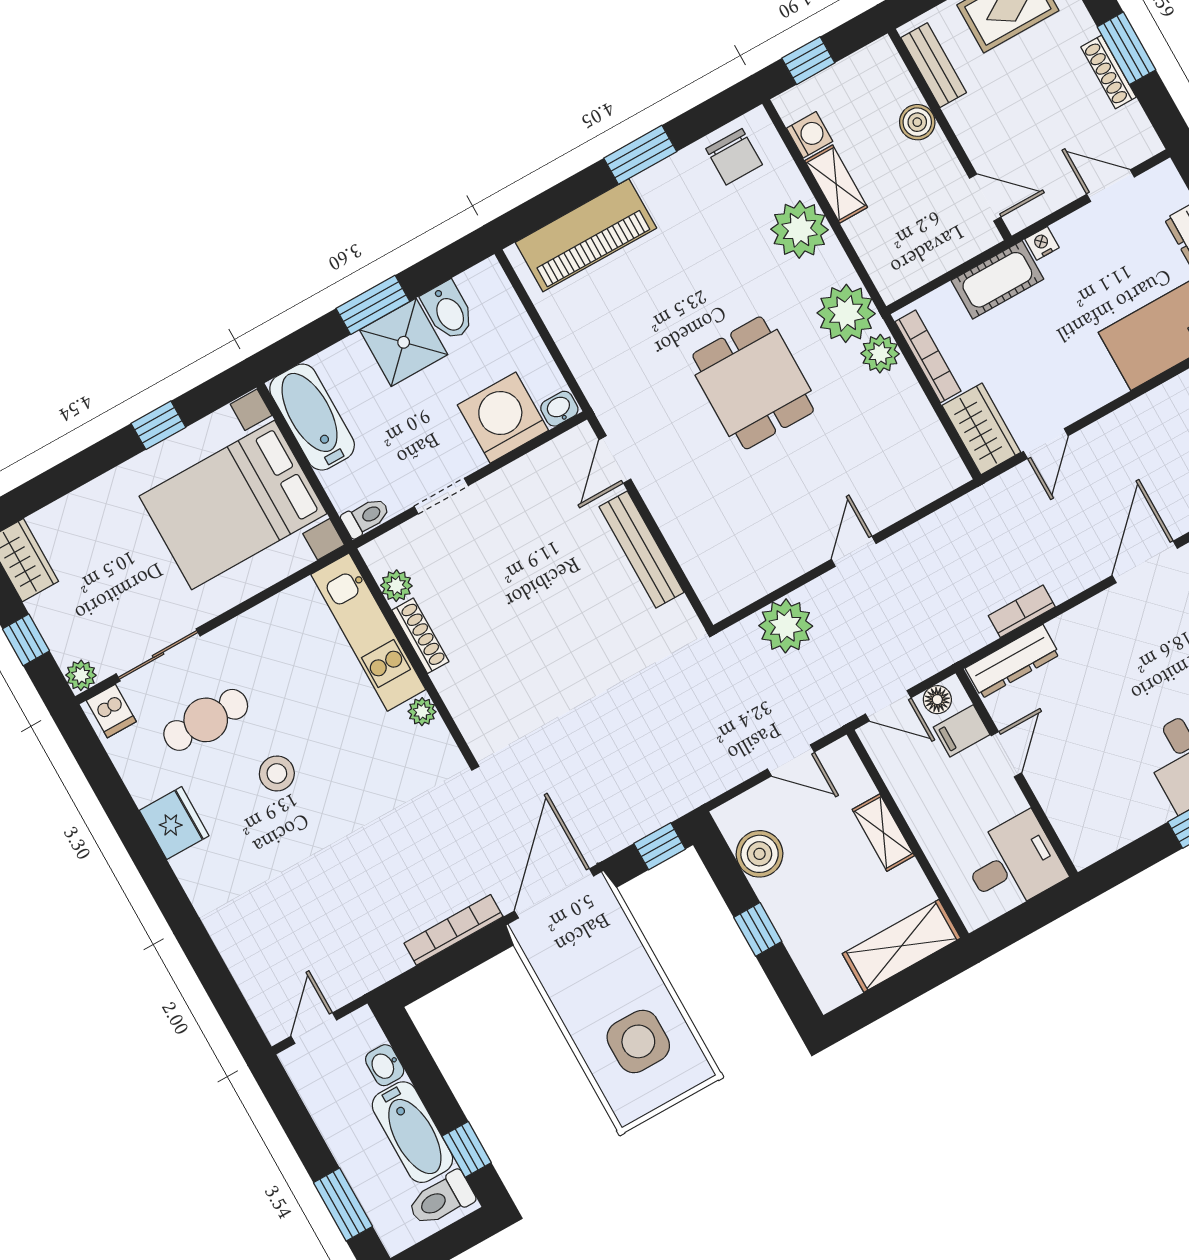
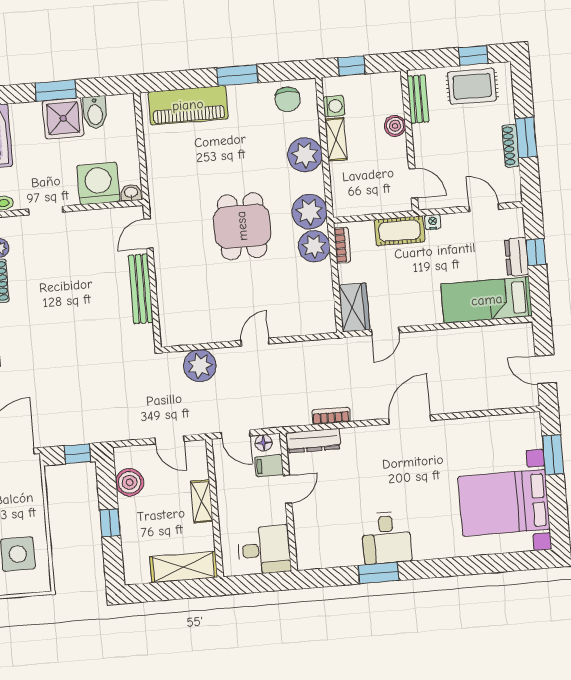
plant: (880, 354) -> (314, 246), width x1.36, depth x1.36
bookcase: (928, 356) -> (342, 245), width x0.64

